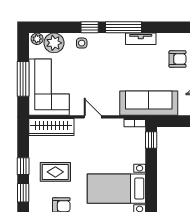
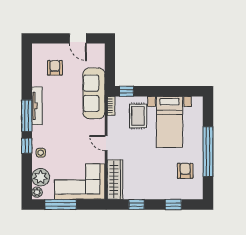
tv unit: (141, 39) -> (37, 106), width x1.41
window: (23, 79) -> (61, 205), moved
door: (93, 117) -> (106, 143), hinge flipped
window: (23, 166) -> (137, 205), moved
rug: (55, 172) -> (138, 116), moved

